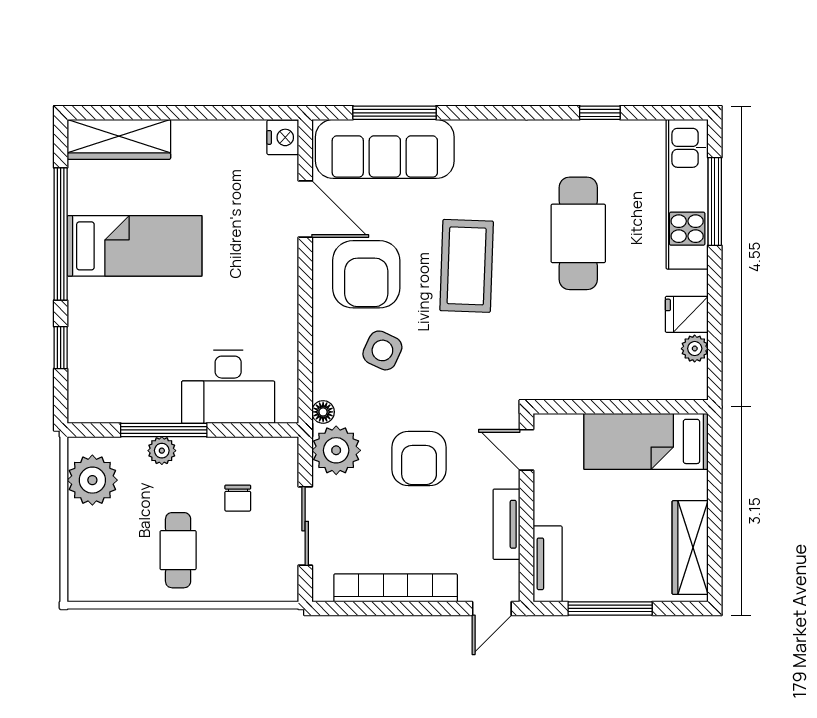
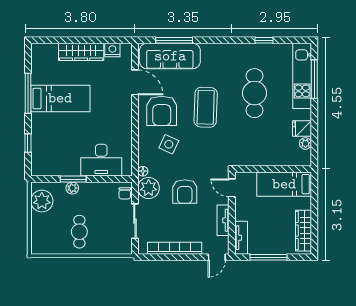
nightstand: (283, 137) -> (112, 50), moved, turned -90
wardrobe: (119, 139) -> (81, 52), moved
window: (61, 234) -> (28, 93), width x0.68
window: (164, 430) -> (73, 179), width x0.69
chair: (238, 498) -> (125, 193), moved

